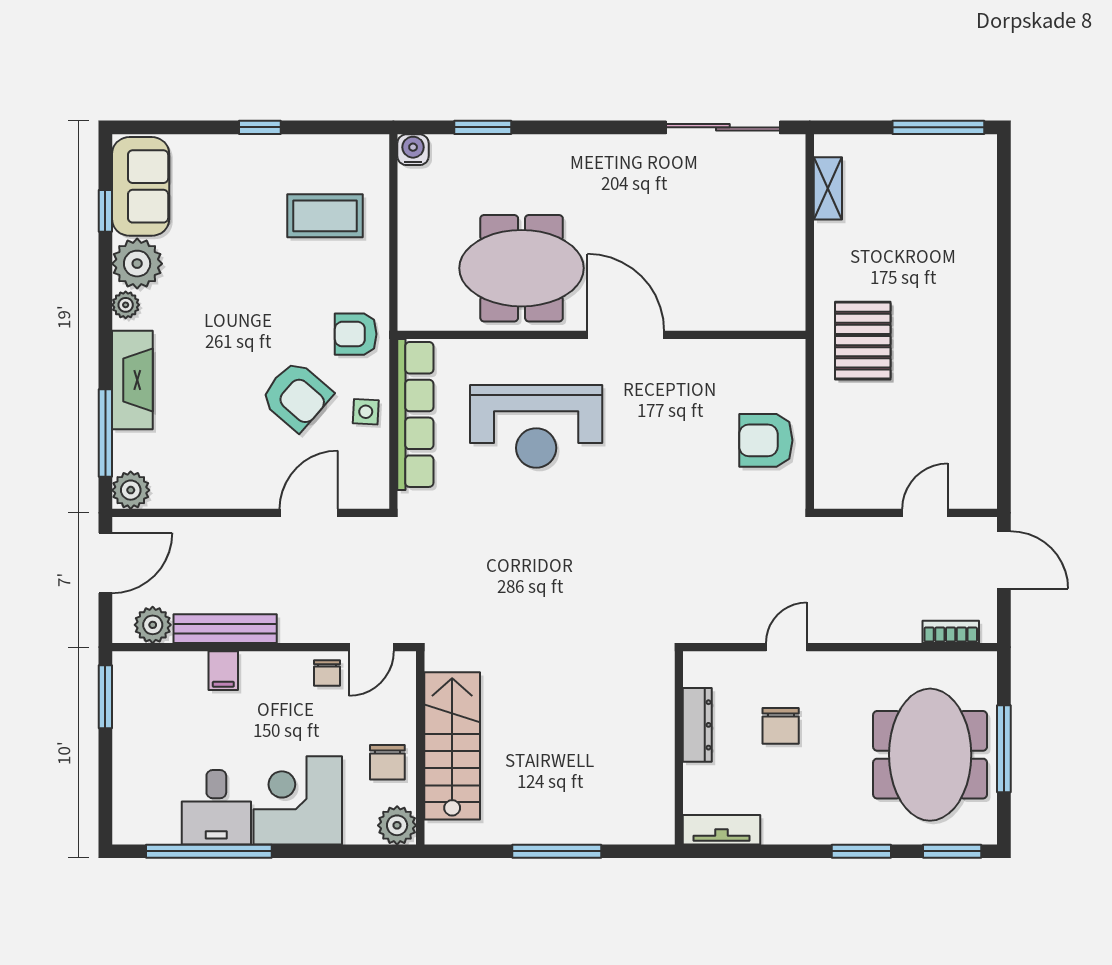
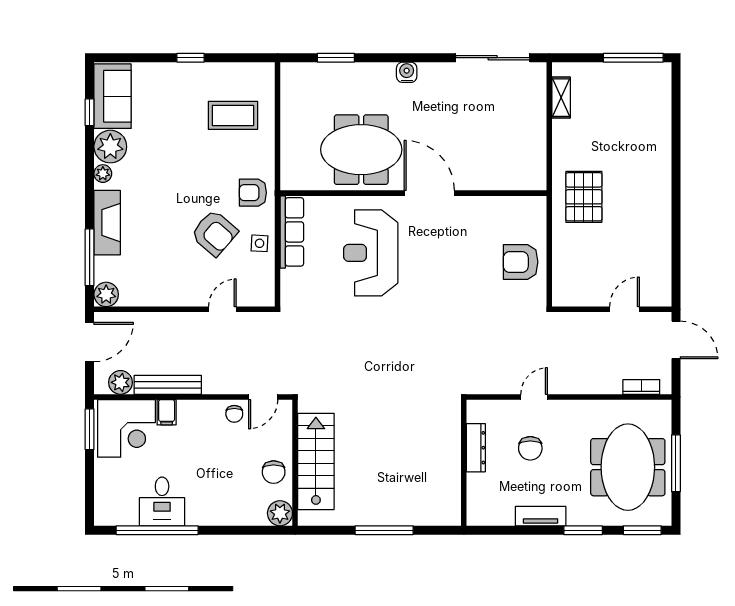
water cooler: (413, 150) -> (407, 72), moved
row of seats: (415, 414) -> (292, 232), width x0.73
reception desk: (536, 426) -> (371, 253), turned 90
door: (309, 513) -> (222, 309), width x0.73
corner desk: (298, 800) -> (126, 428), moved, turned 180
tv unit: (721, 830) -> (541, 516), moved

